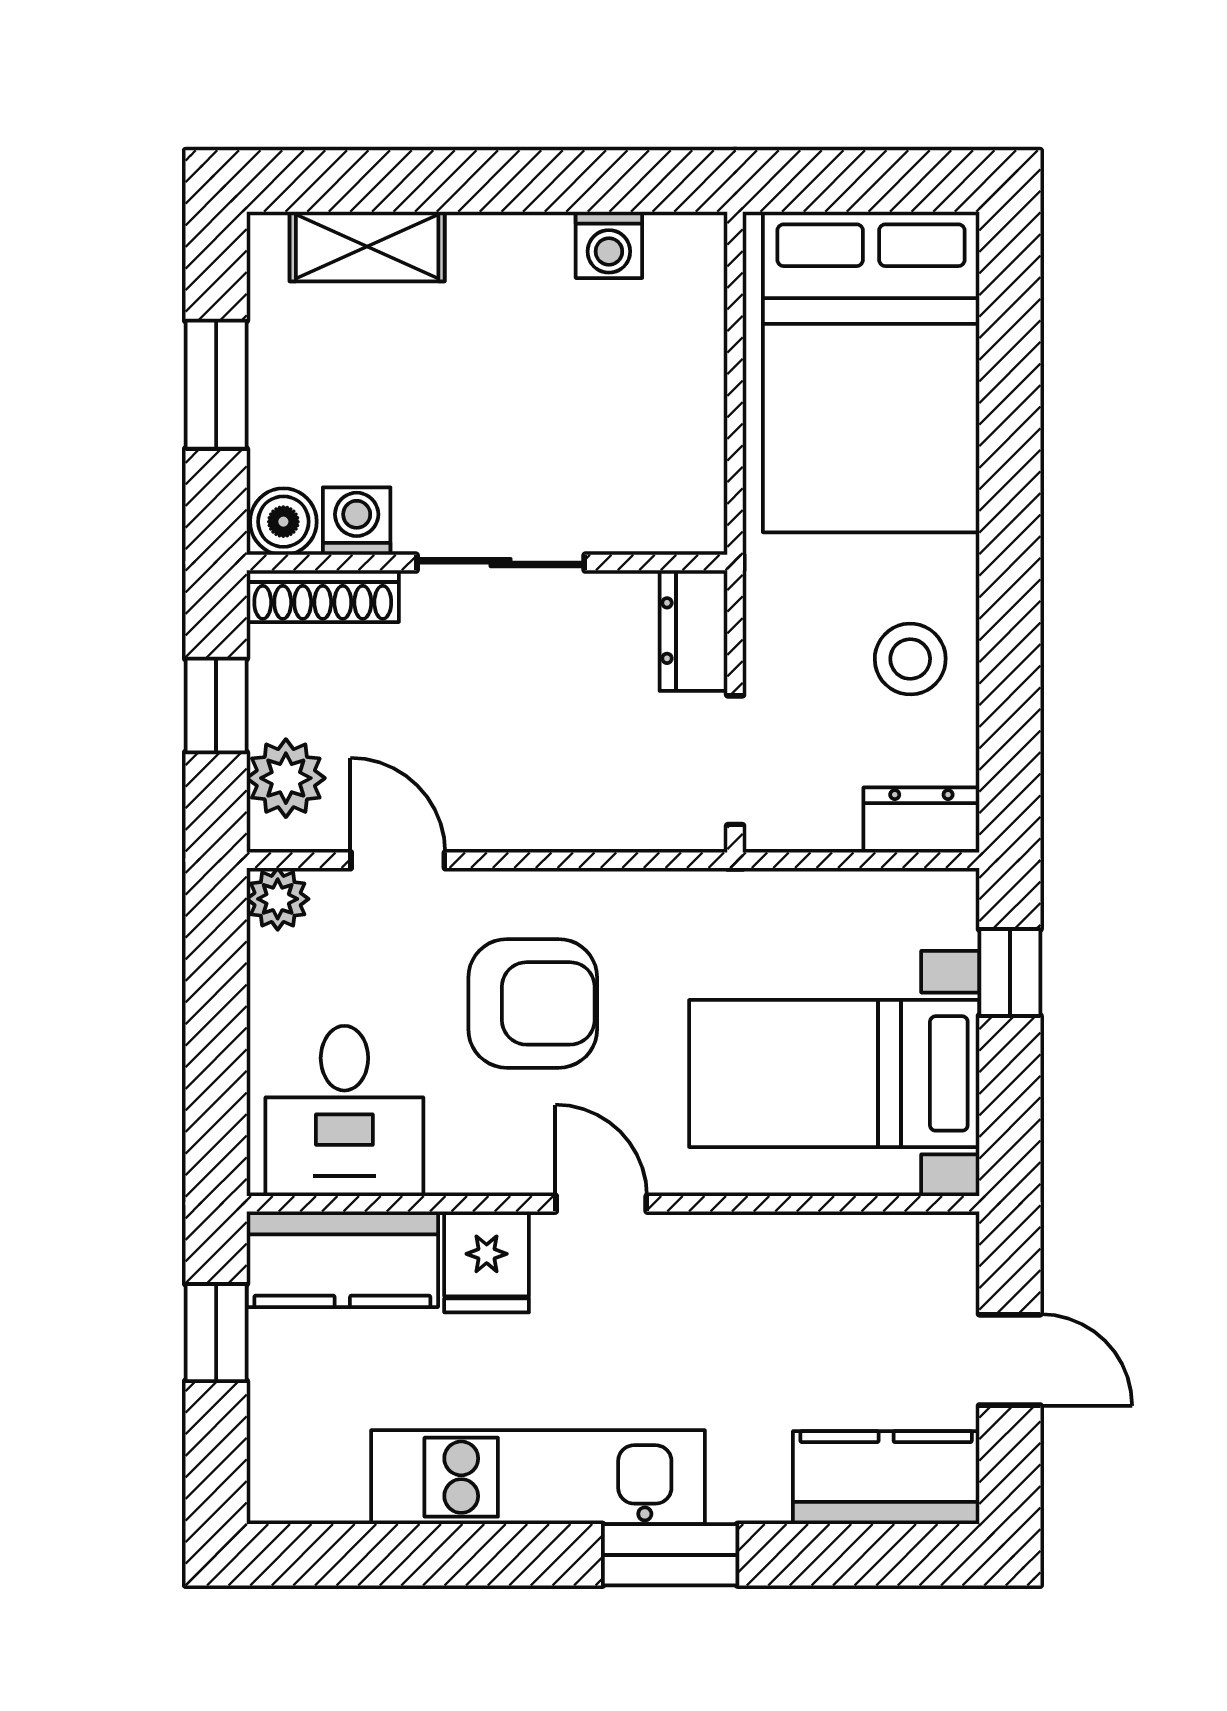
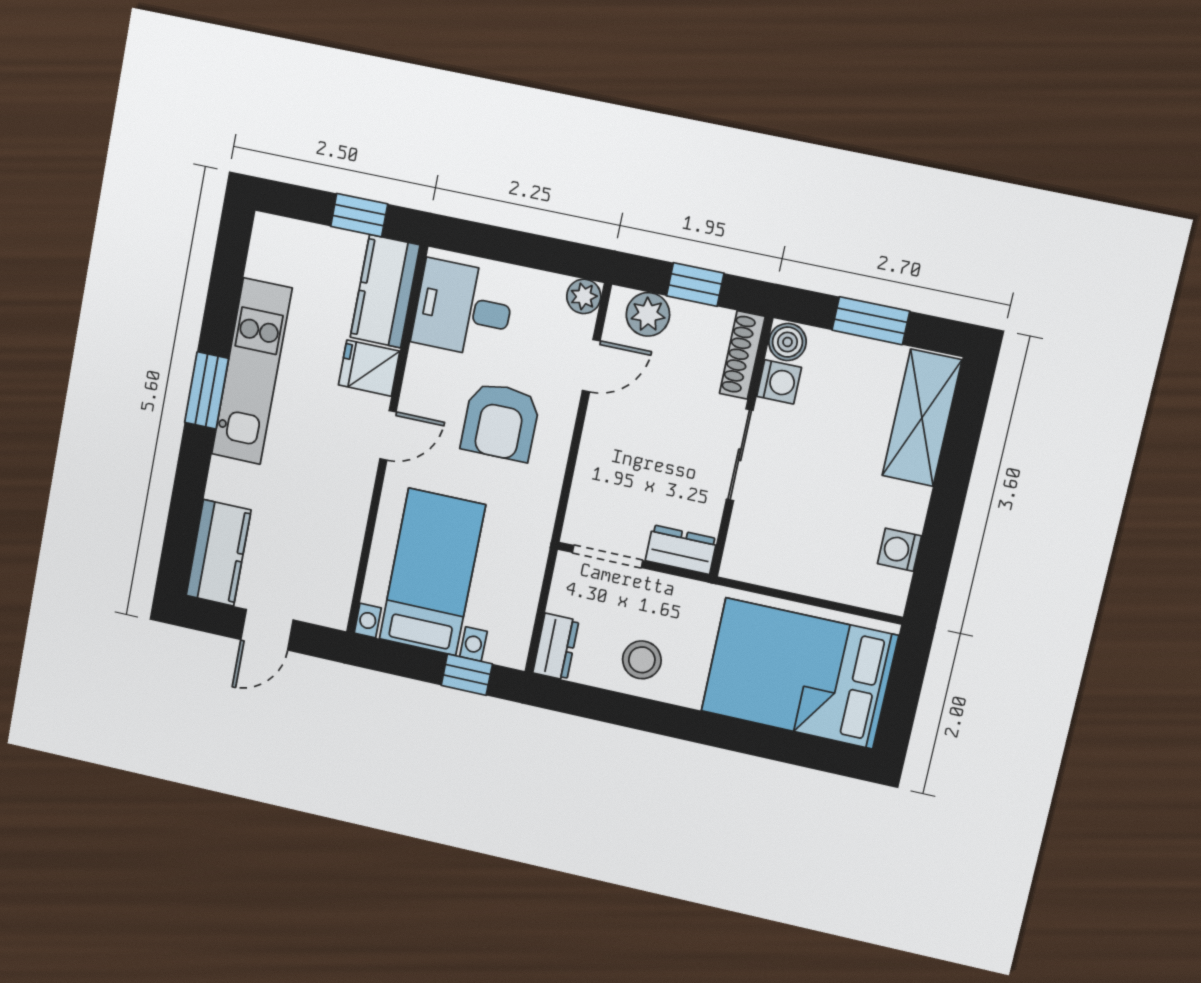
shelving: (367, 246) -> (922, 418), width x1.50, depth x1.33
window: (670, 1555) -> (207, 390), moved

